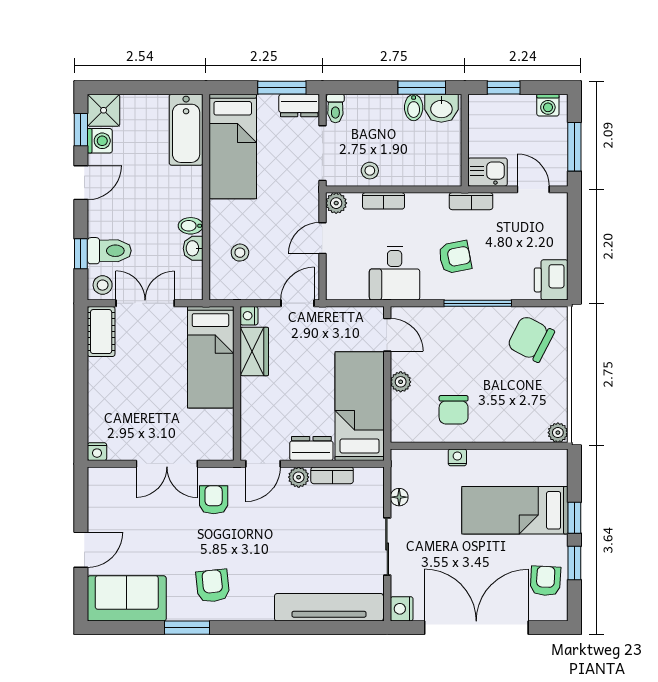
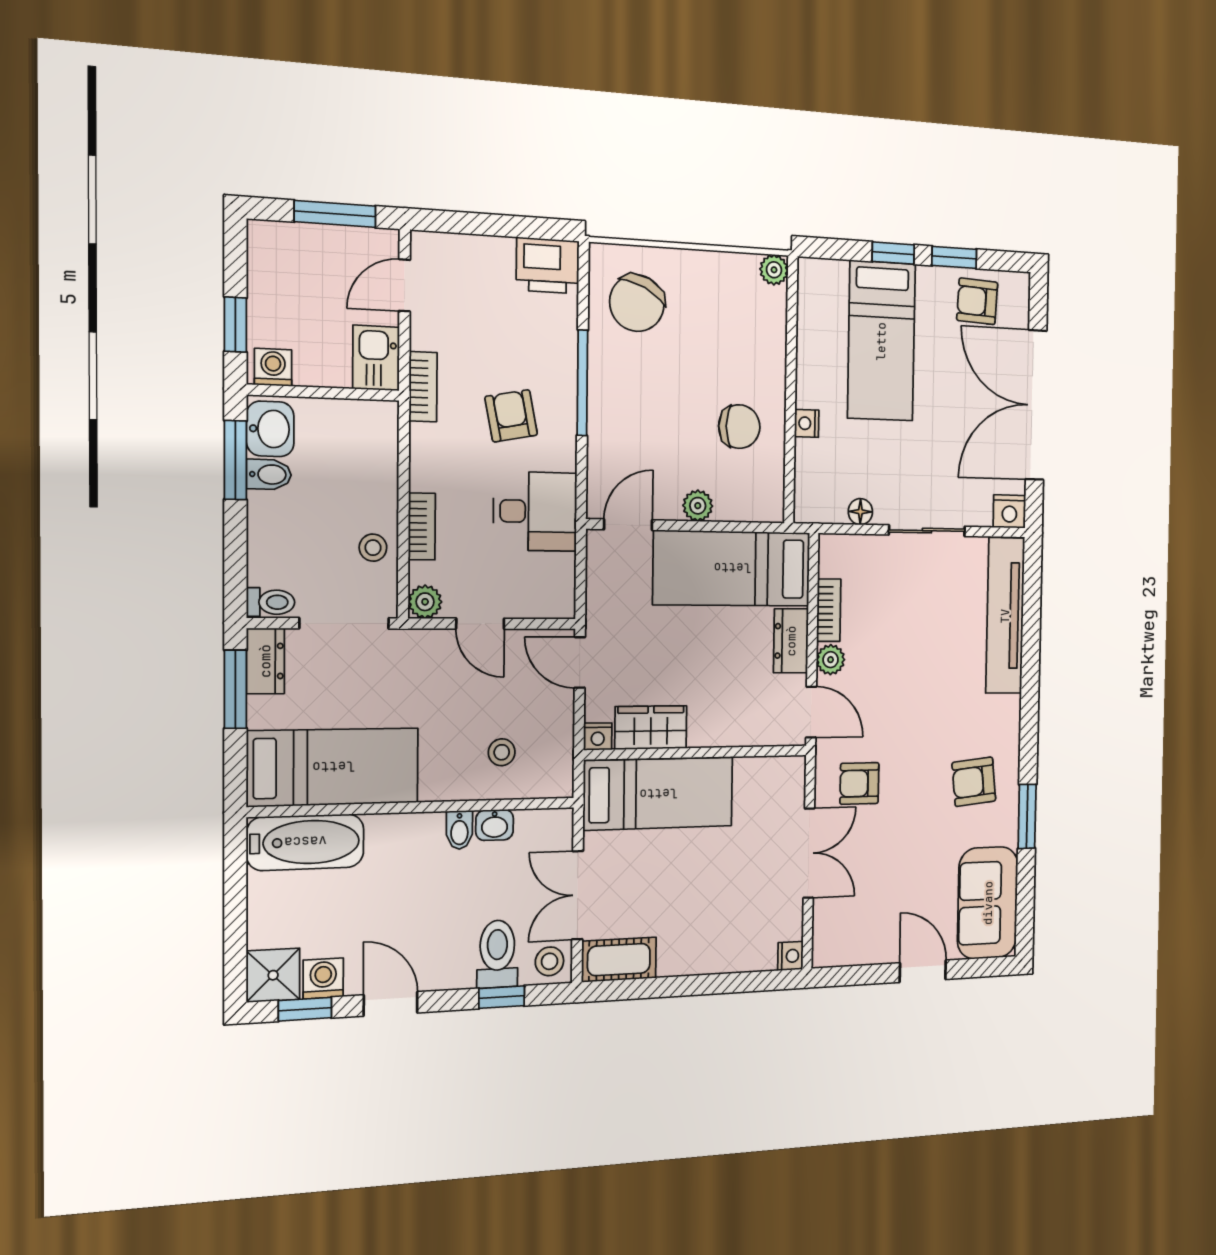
washing machine: (548, 105) -> (273, 367), moved, turned -90

